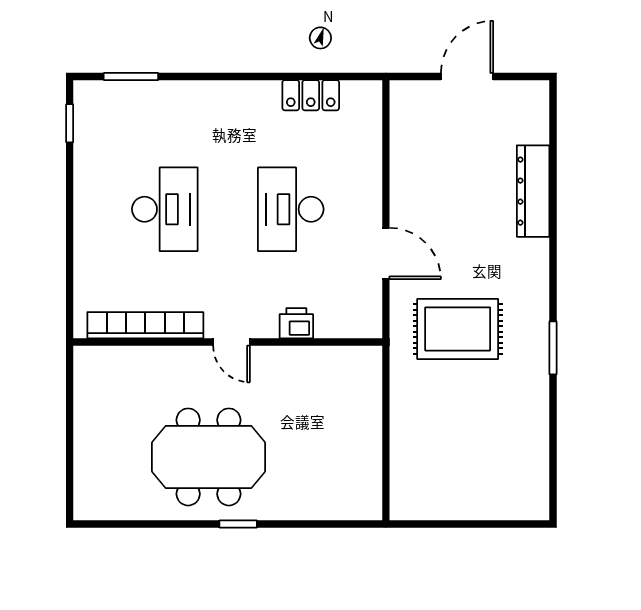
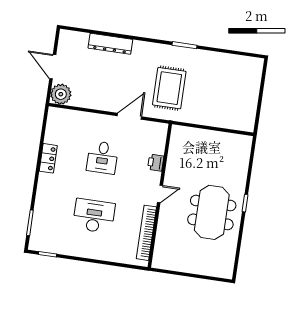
locker: (311, 95) -> (48, 158), moved
plant: (411, 102) -> (61, 94), added
desk: (291, 209) -> (102, 157), width x0.73

